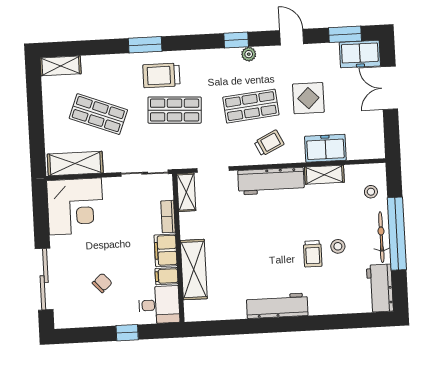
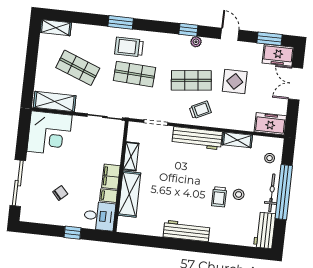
freezer: (325, 148) -> (270, 124), moved
shelving: (186, 192) -> (131, 156), moved
bookcase: (168, 217) -> (117, 152), removed

